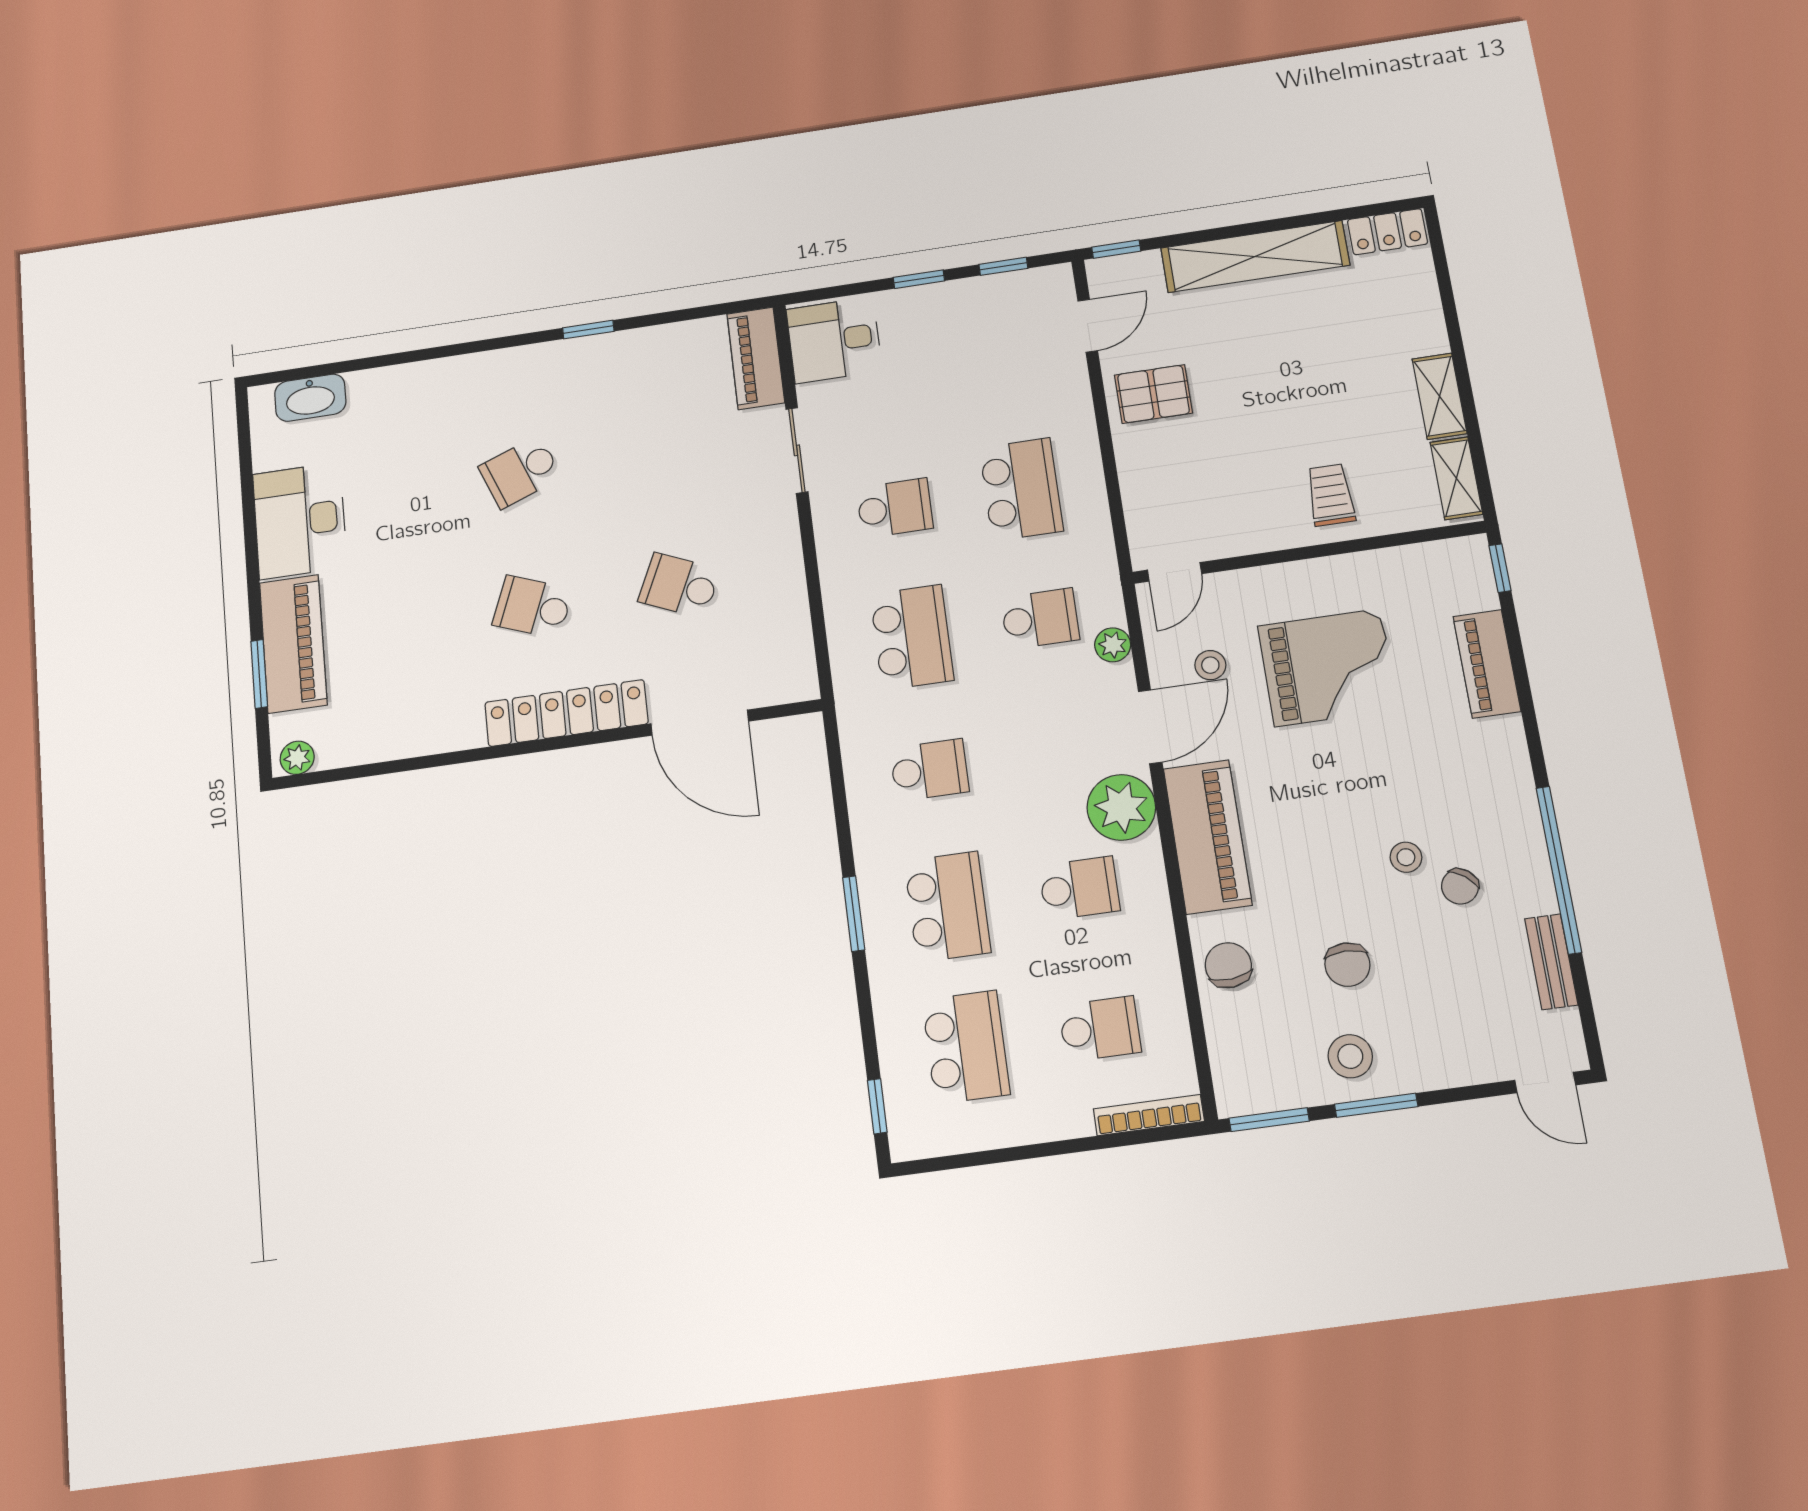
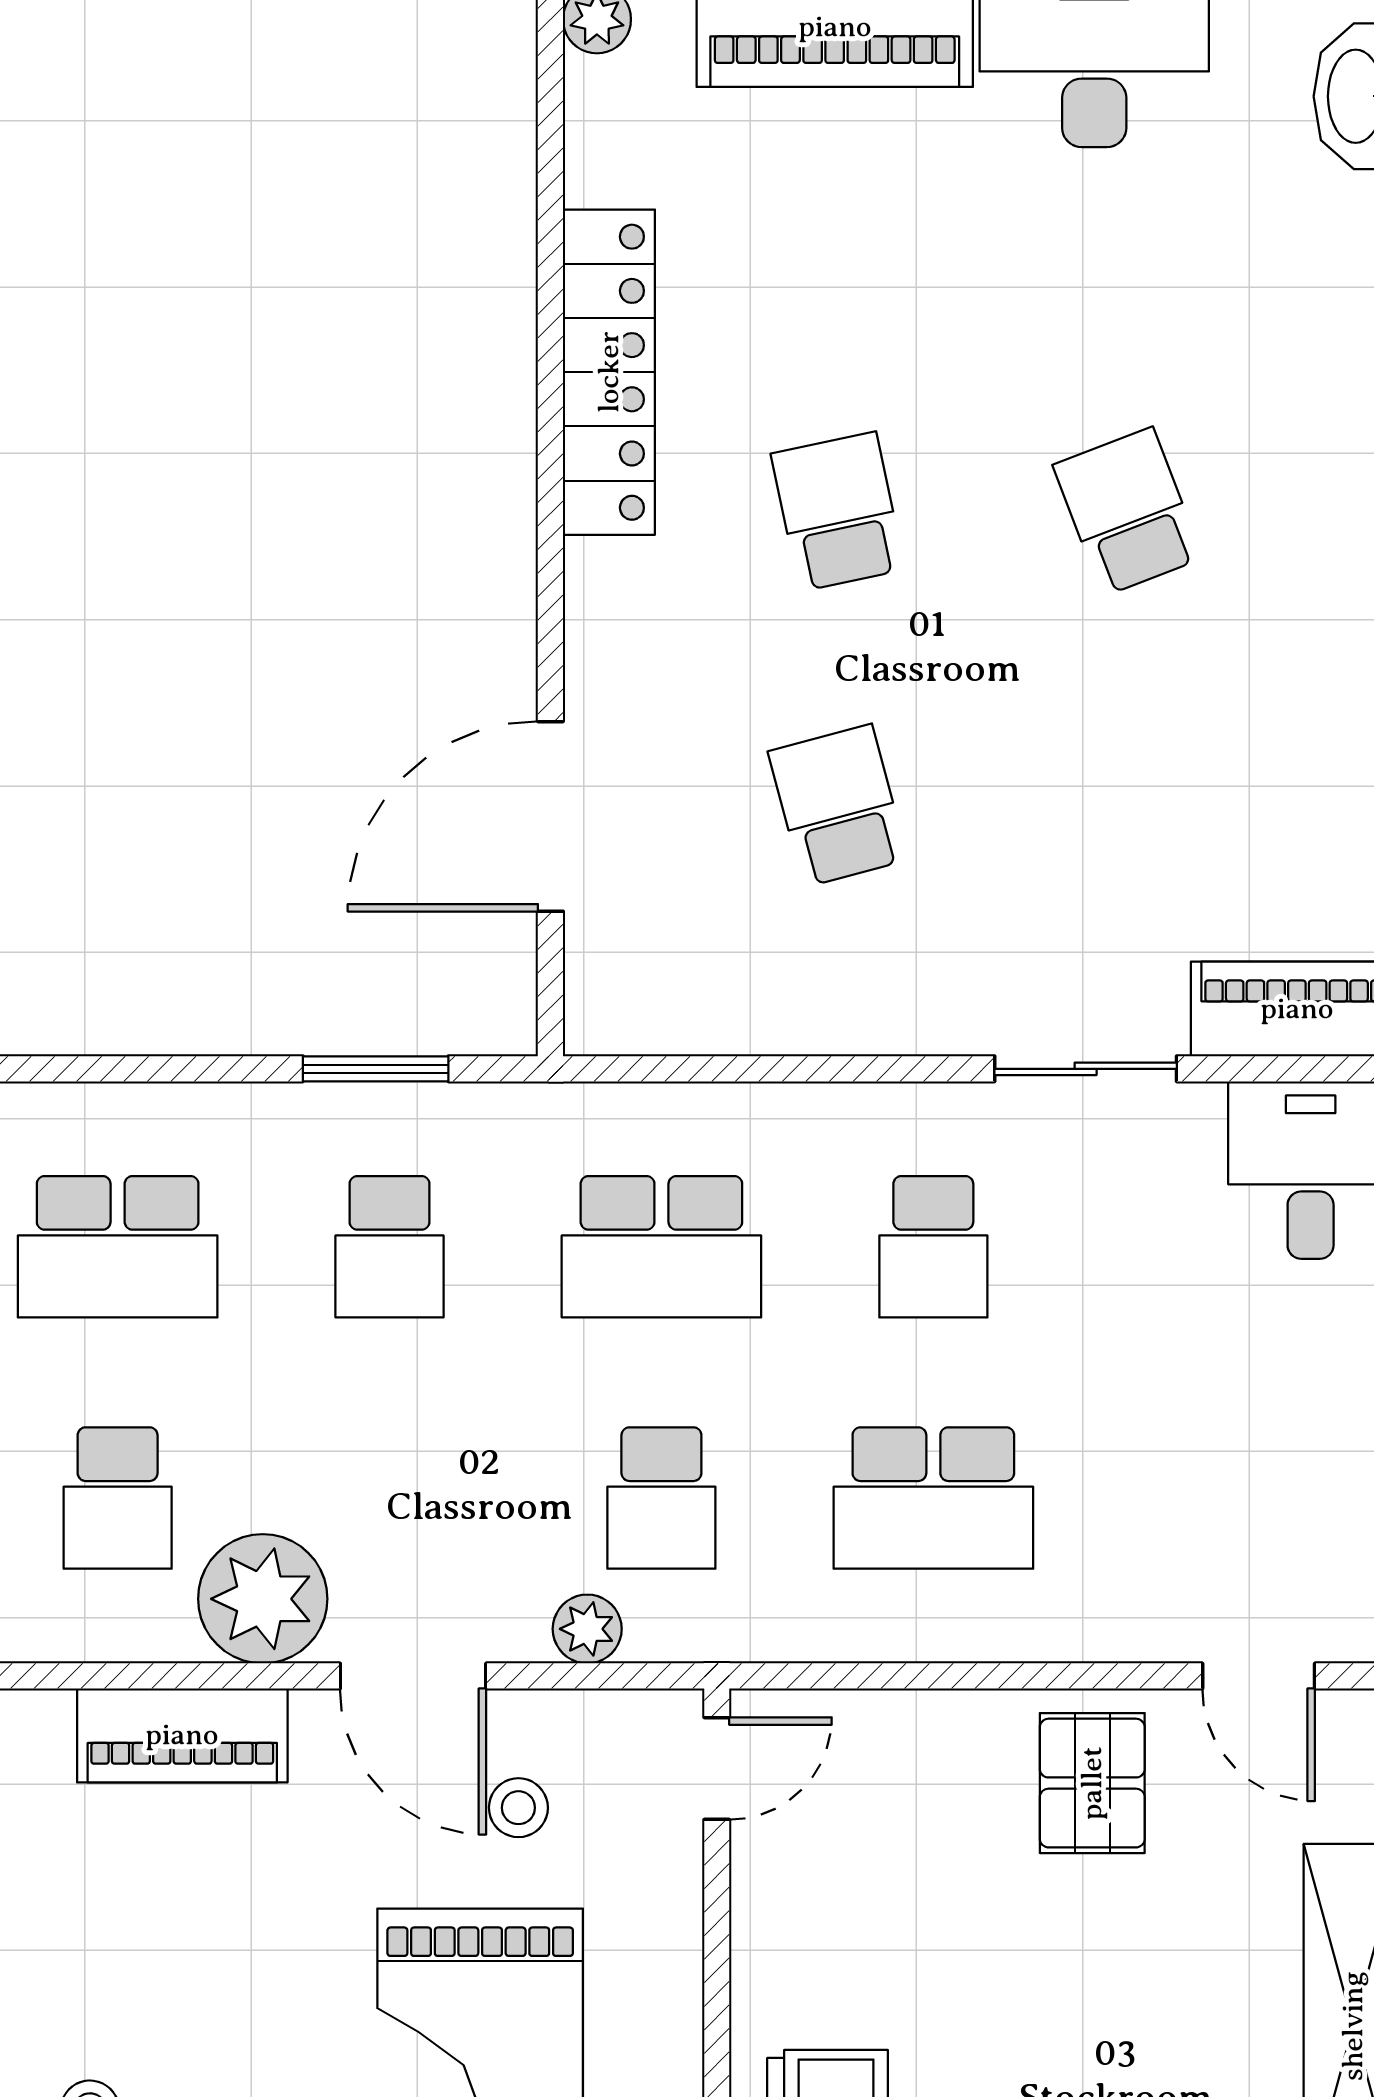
door: (1175, 572) -> (717, 1769), swing flipped
school desk: (679, 585) -> (838, 806), turned -39
school desk: (533, 607) -> (838, 512), turned -33
locker: (566, 713) -> (609, 372), moved
piano: (1208, 837) -> (182, 1735), width x0.73, depth x0.75
window: (854, 914) -> (376, 1069), moved

